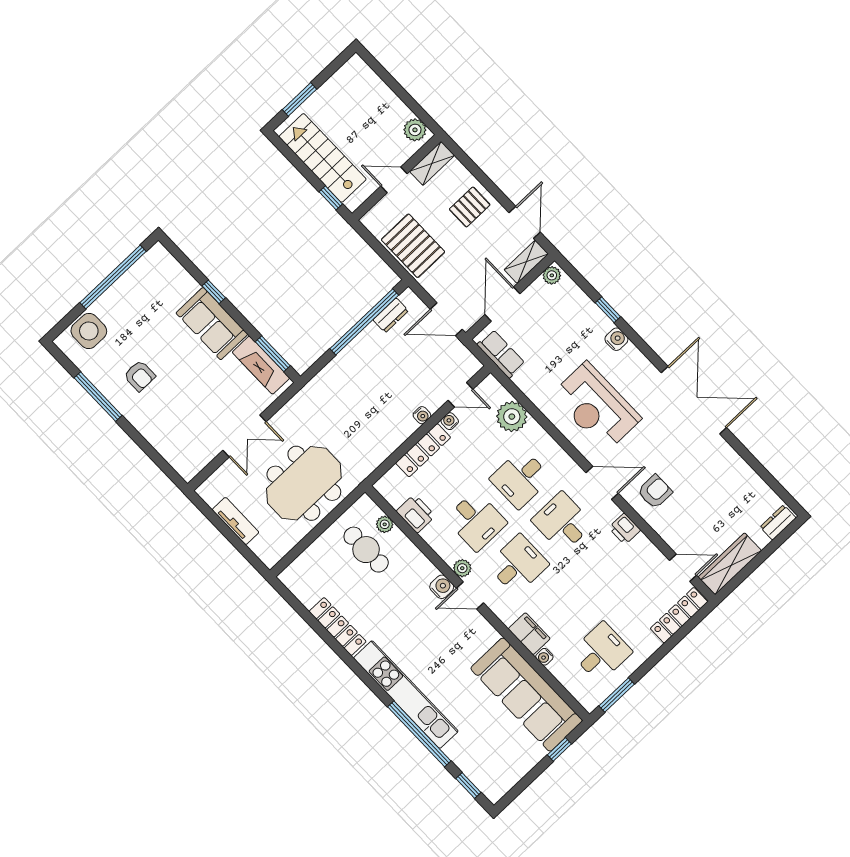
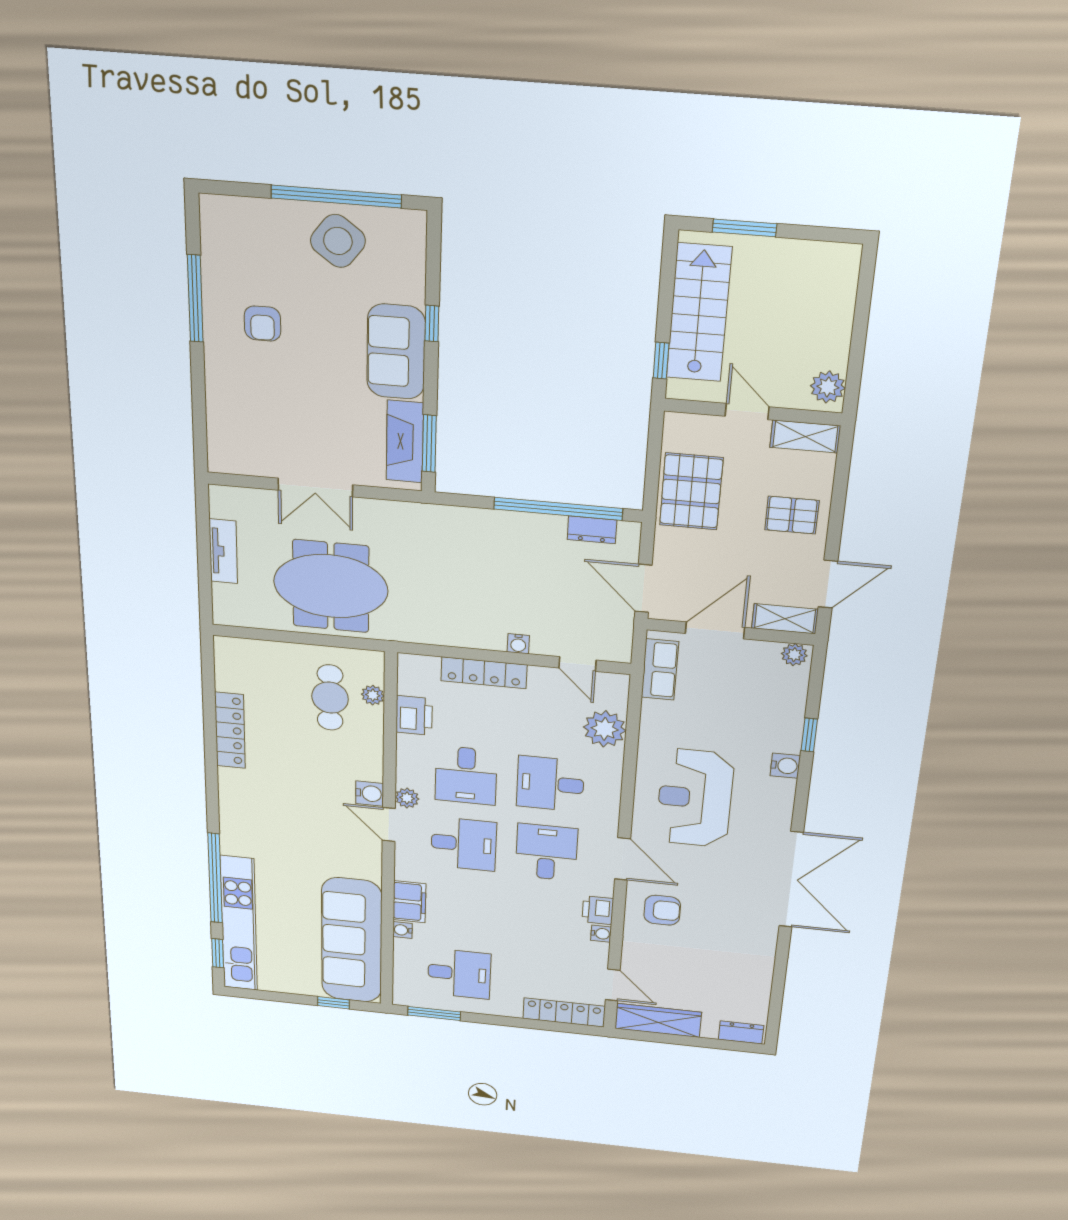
side table: (89, 331) -> (338, 241), moved, turned 37
water cooler: (450, 421) -> (601, 934), moved, turned 90
kitchen unit: (406, 695) -> (239, 924), moved

